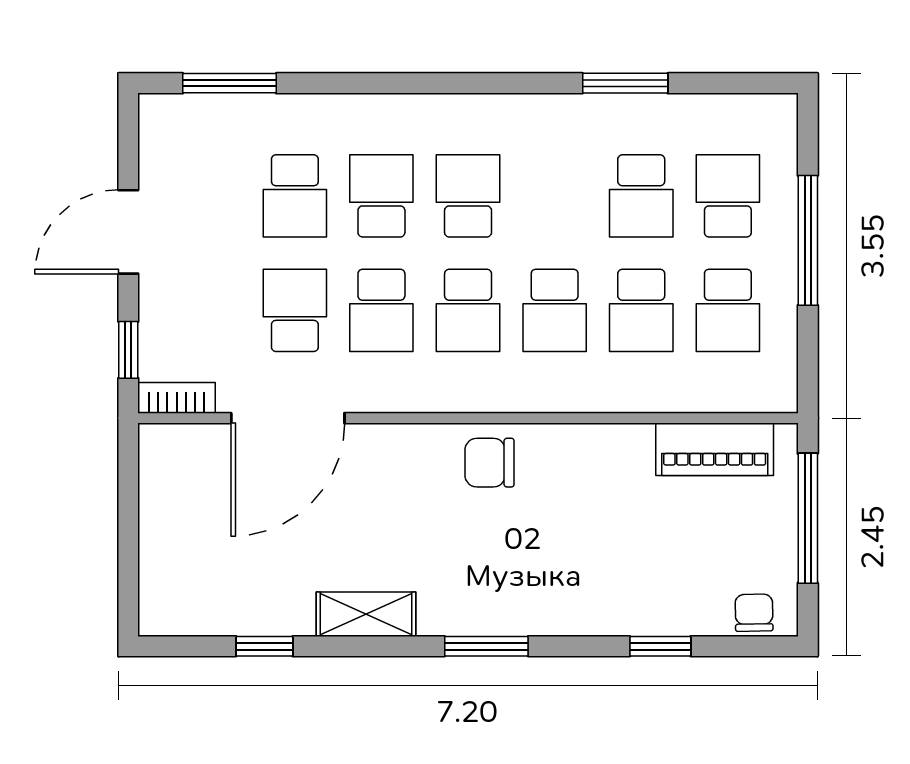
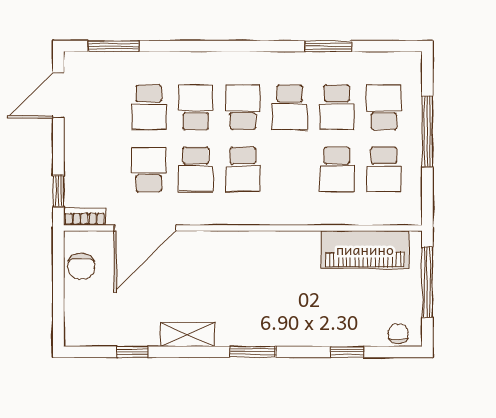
door: (128, 232) -> (58, 95), moved
school desk: (555, 310) -> (290, 107), moved
piano: (715, 449) -> (365, 249), width x1.37, depth x1.33
chair: (490, 463) -> (81, 266), moved, turned -90

